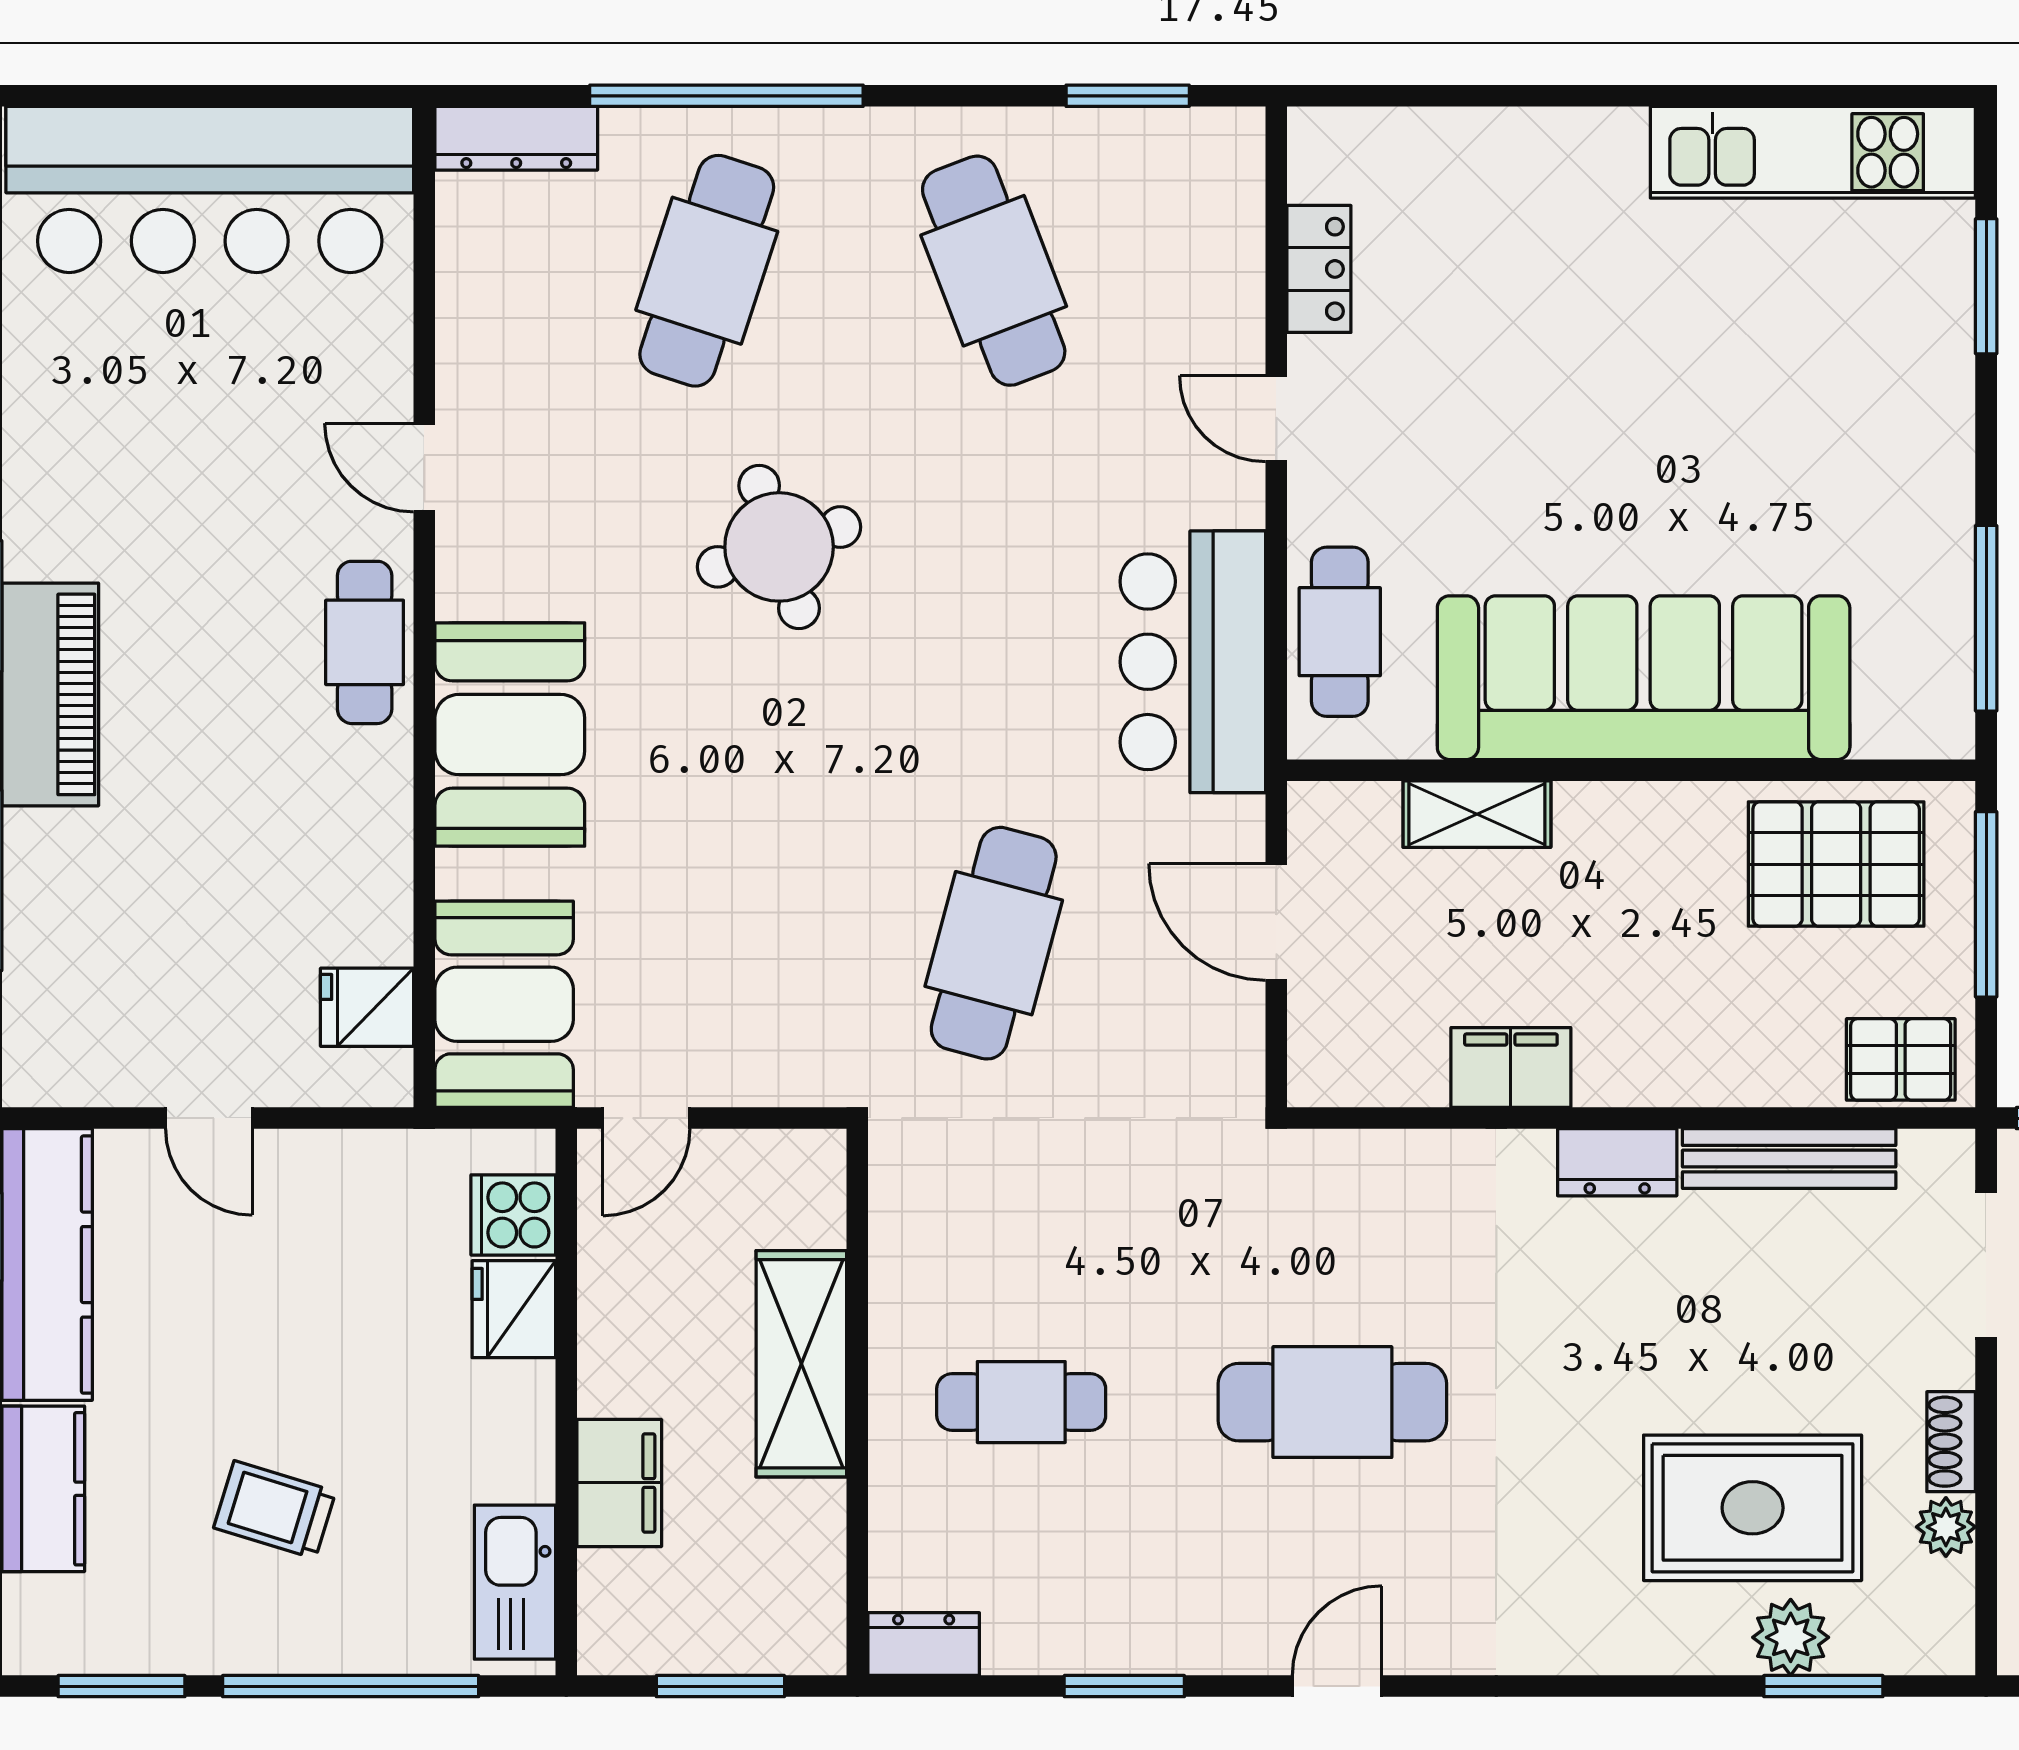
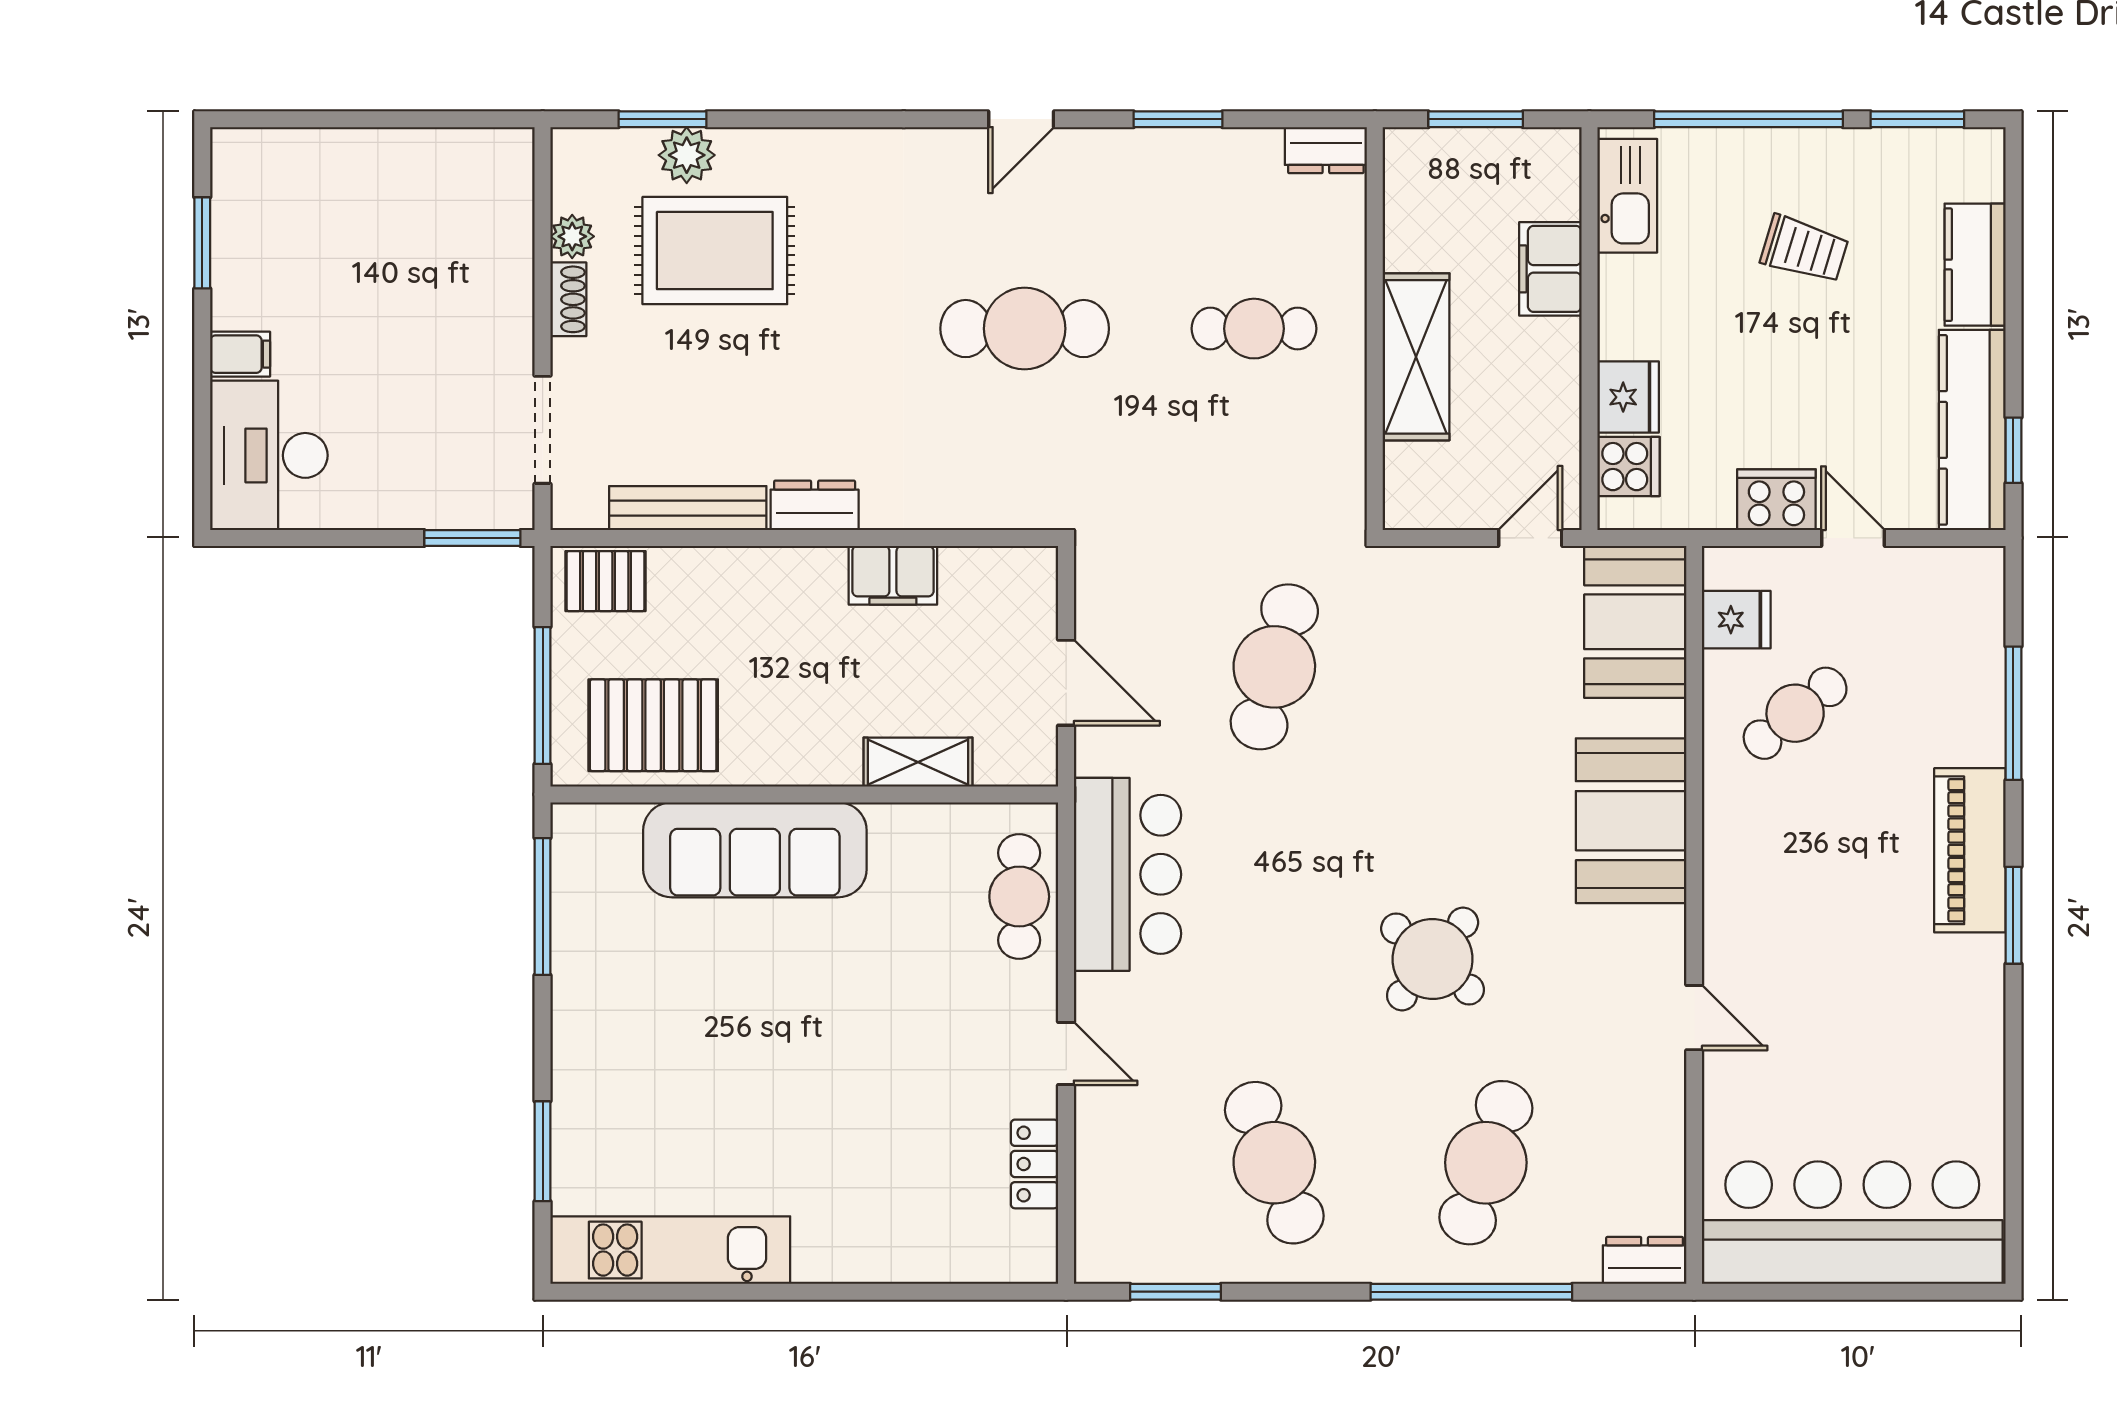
dresser: (516, 138) -> (1645, 1260), width x0.70
round table: (779, 547) -> (1433, 959), turned -32
cafe table: (365, 642) -> (1795, 713), moved, turned 51
sofa: (1644, 678) -> (755, 850), width x0.74, depth x0.79
cooker: (313, 1170) -> (1776, 500), added

